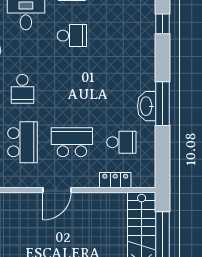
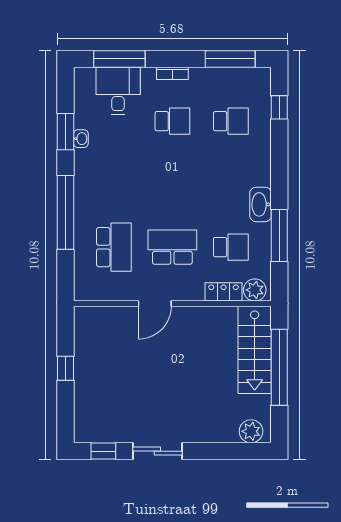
school desk: (22, 89) -> (231, 121), moved, turned -90
window: (162, 104) -> (279, 235), moved
plant: (142, 178) -> (255, 290), added

